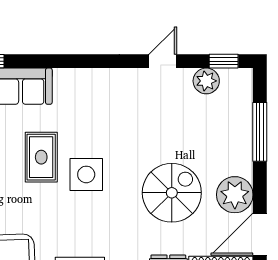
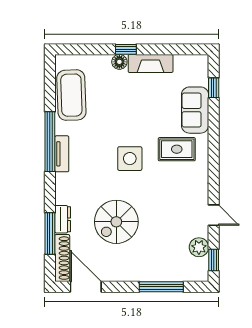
rug: (41, 157) -> (177, 149), moved
spiral stairs: (172, 193) -> (116, 222), turned 90
plant: (235, 195) -> (115, 268), removed

